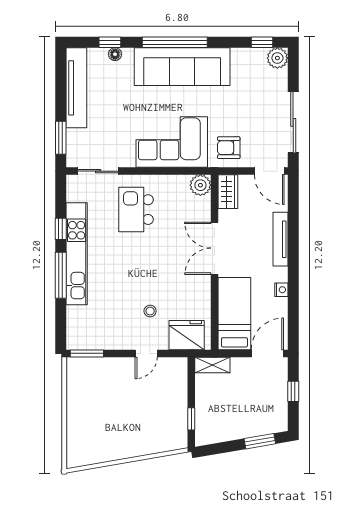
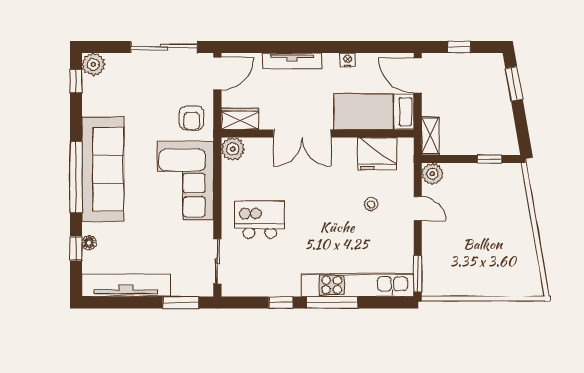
kitchen island: (136, 210) -> (260, 220), turned 180
kitchen unit: (77, 254) -> (358, 285), moved
fridge: (187, 335) -> (377, 154), moved, turned -90
plant: (178, 367) -> (432, 174), added

